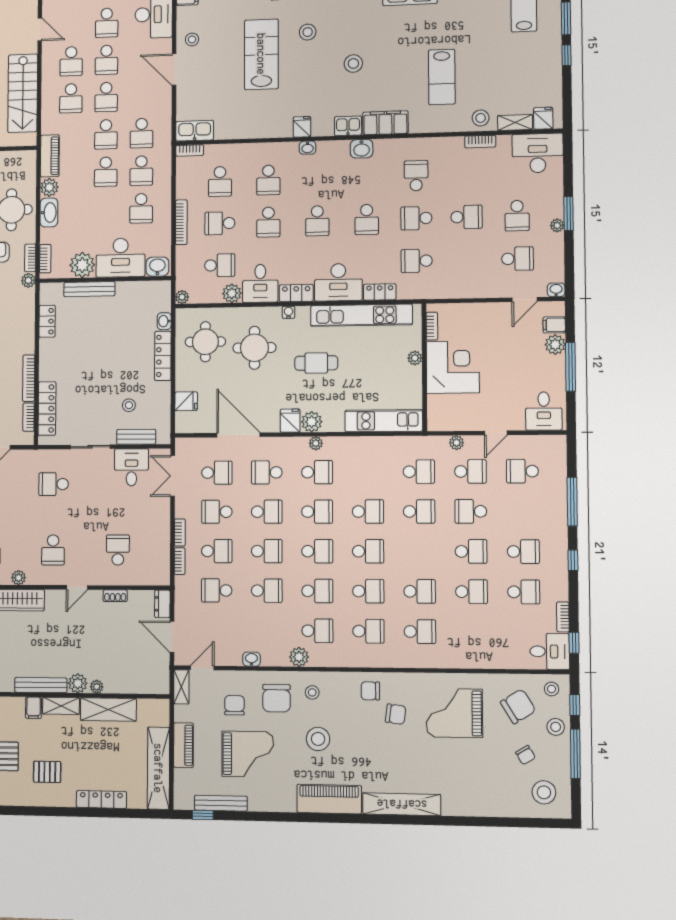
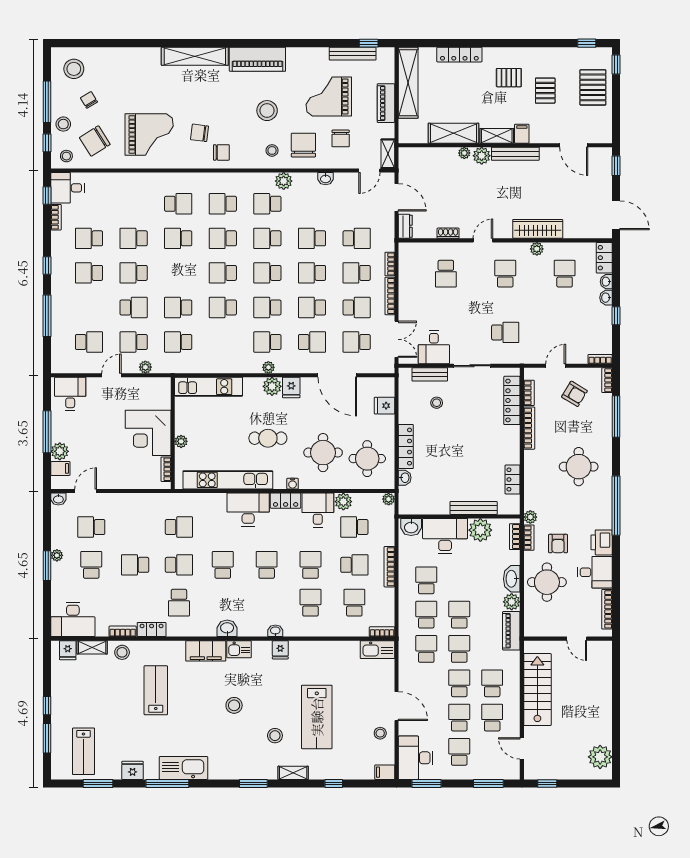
locker: (380, 292) -> (152, 630), moved, turned 180
bookcase: (180, 532) -> (390, 296), width x1.56
school desk: (420, 632) -> (178, 204), turned 180

